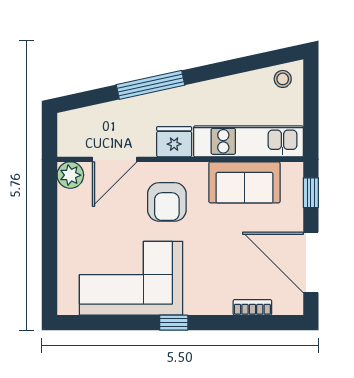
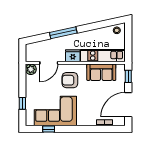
armchair: (167, 202) -> (70, 80), turned 90
window: (50, 259) -> (22, 103), added
door: (311, 263) -> (128, 105), hinge flipped
window: (174, 323) -> (49, 129), moved

